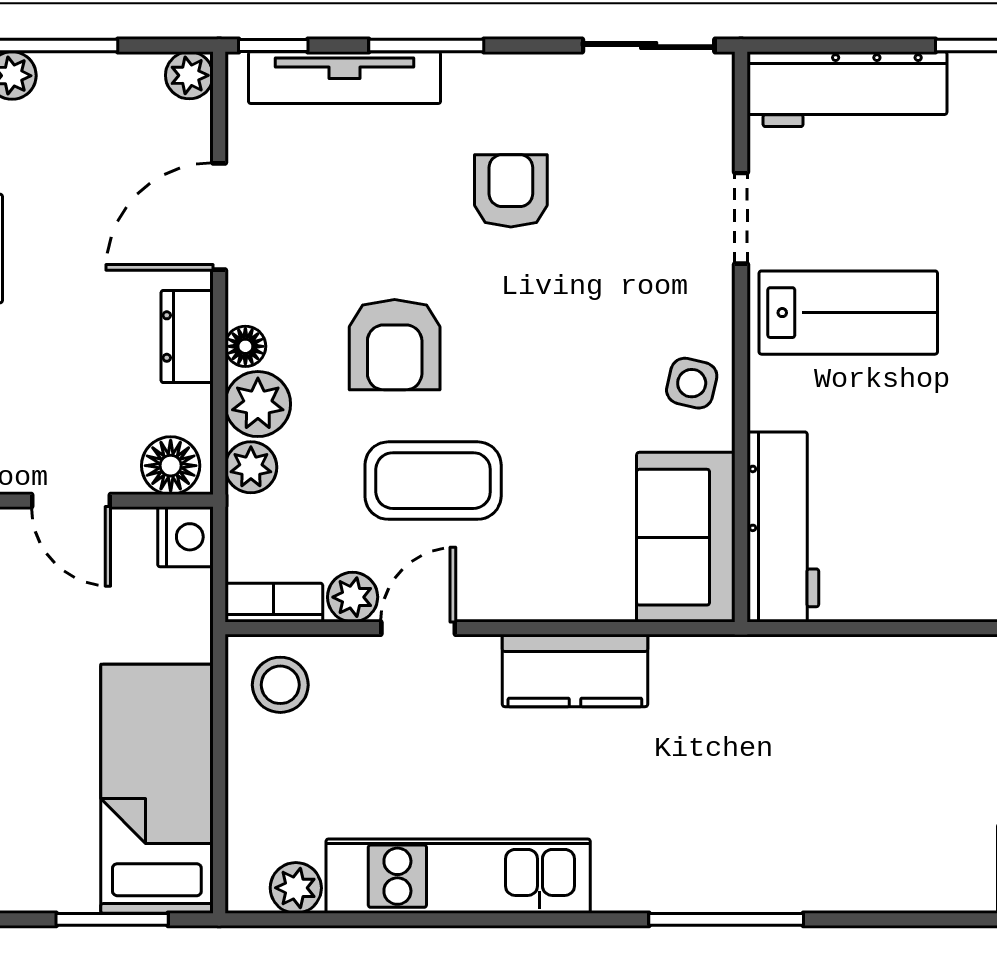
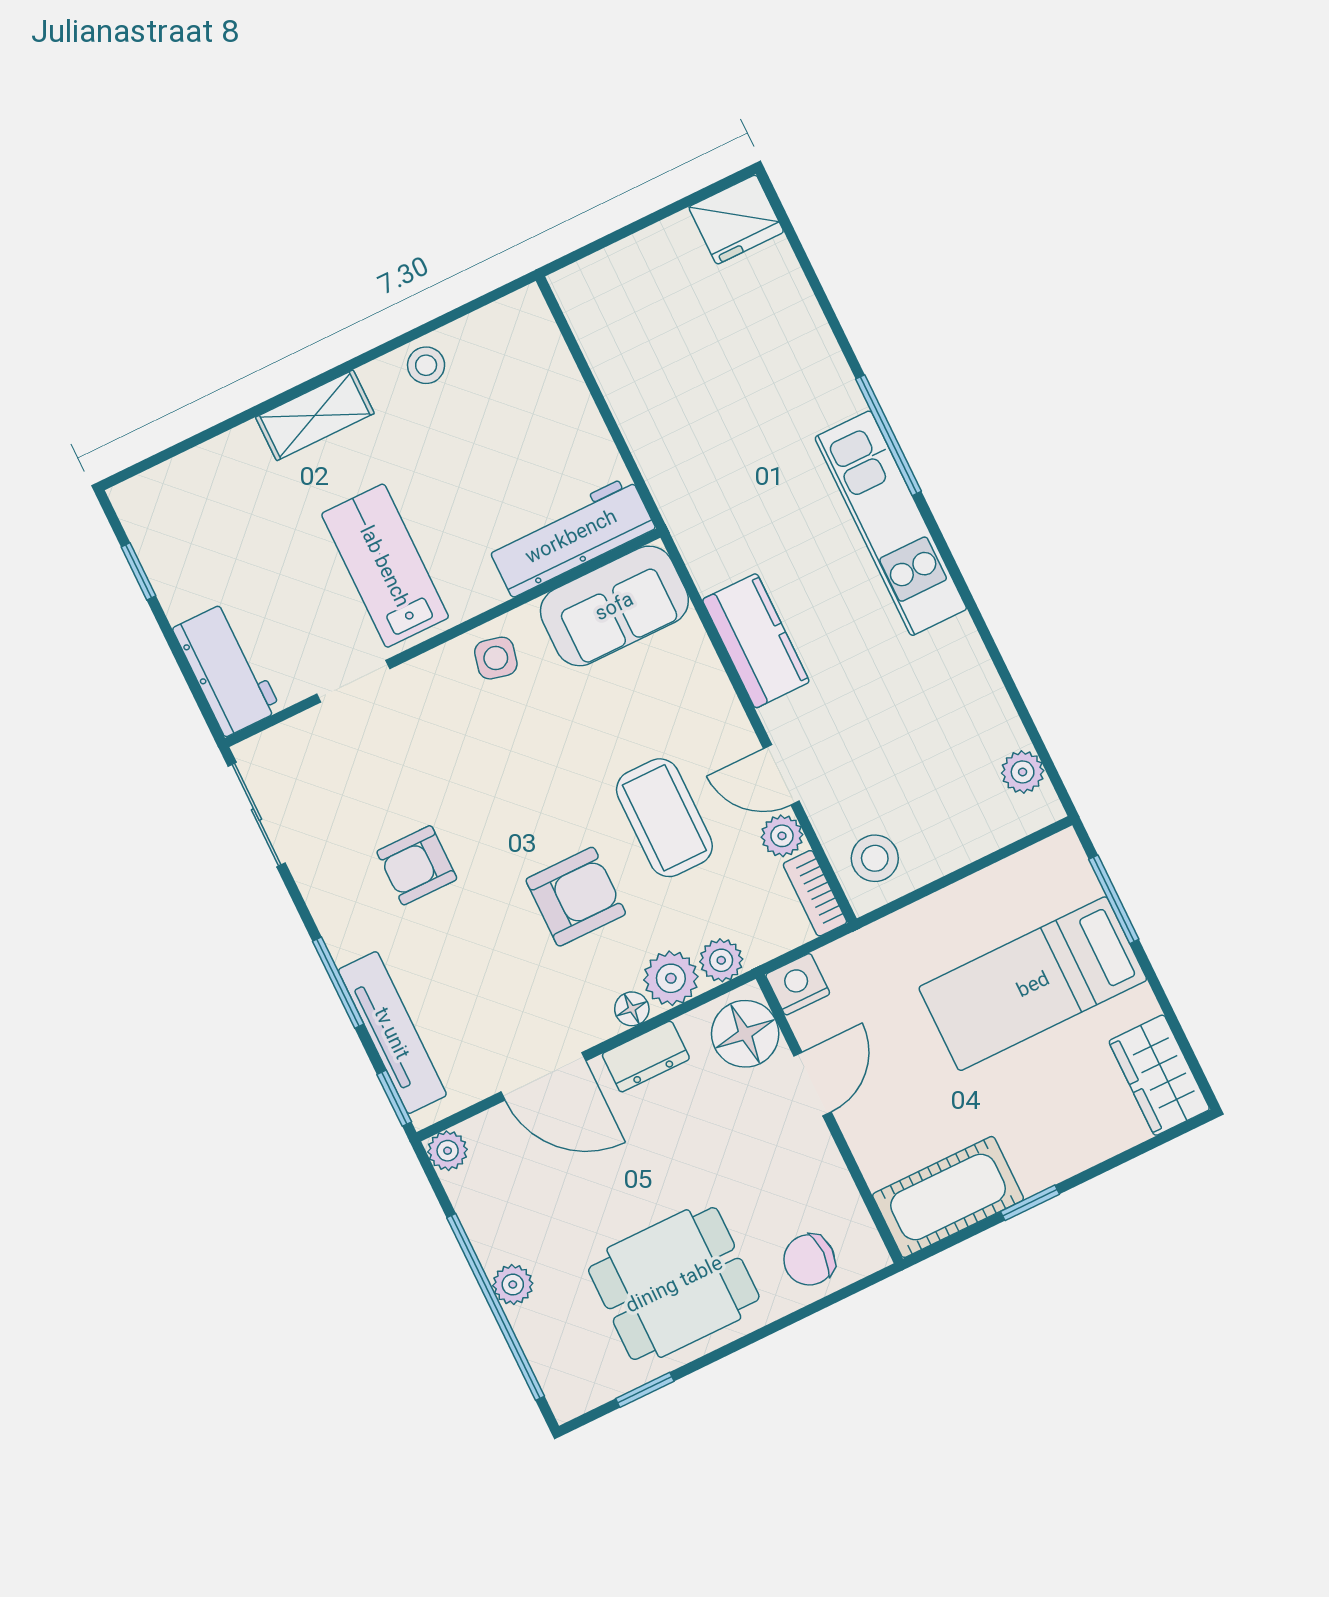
workbench: (847, 89) -> (227, 669), width x0.73
floor lamp: (171, 466) -> (745, 1034), width x1.38, depth x1.38
bed: (157, 789) -> (1033, 984), moved
kitchen unit: (458, 876) -> (891, 523), moved

